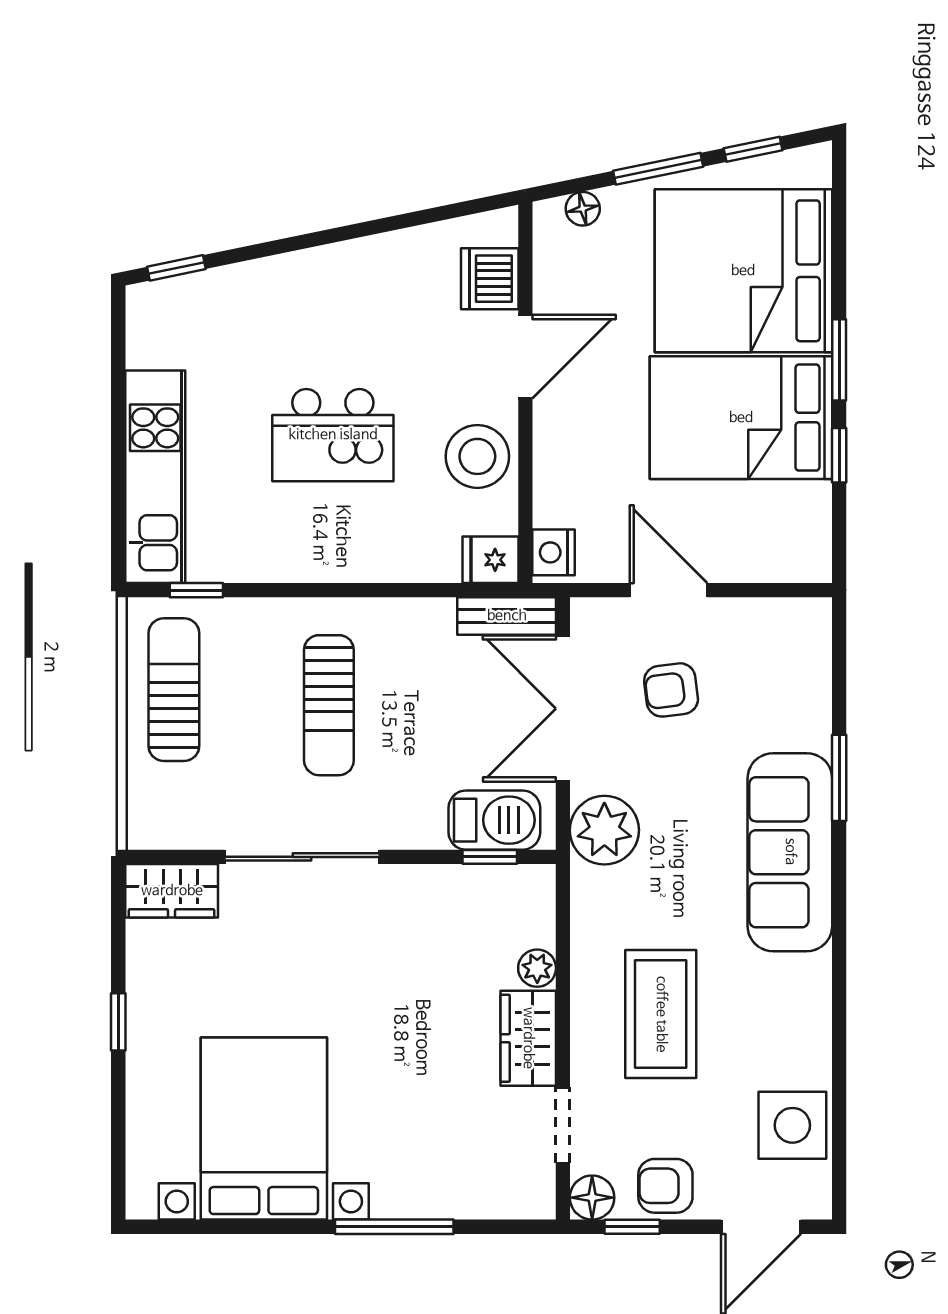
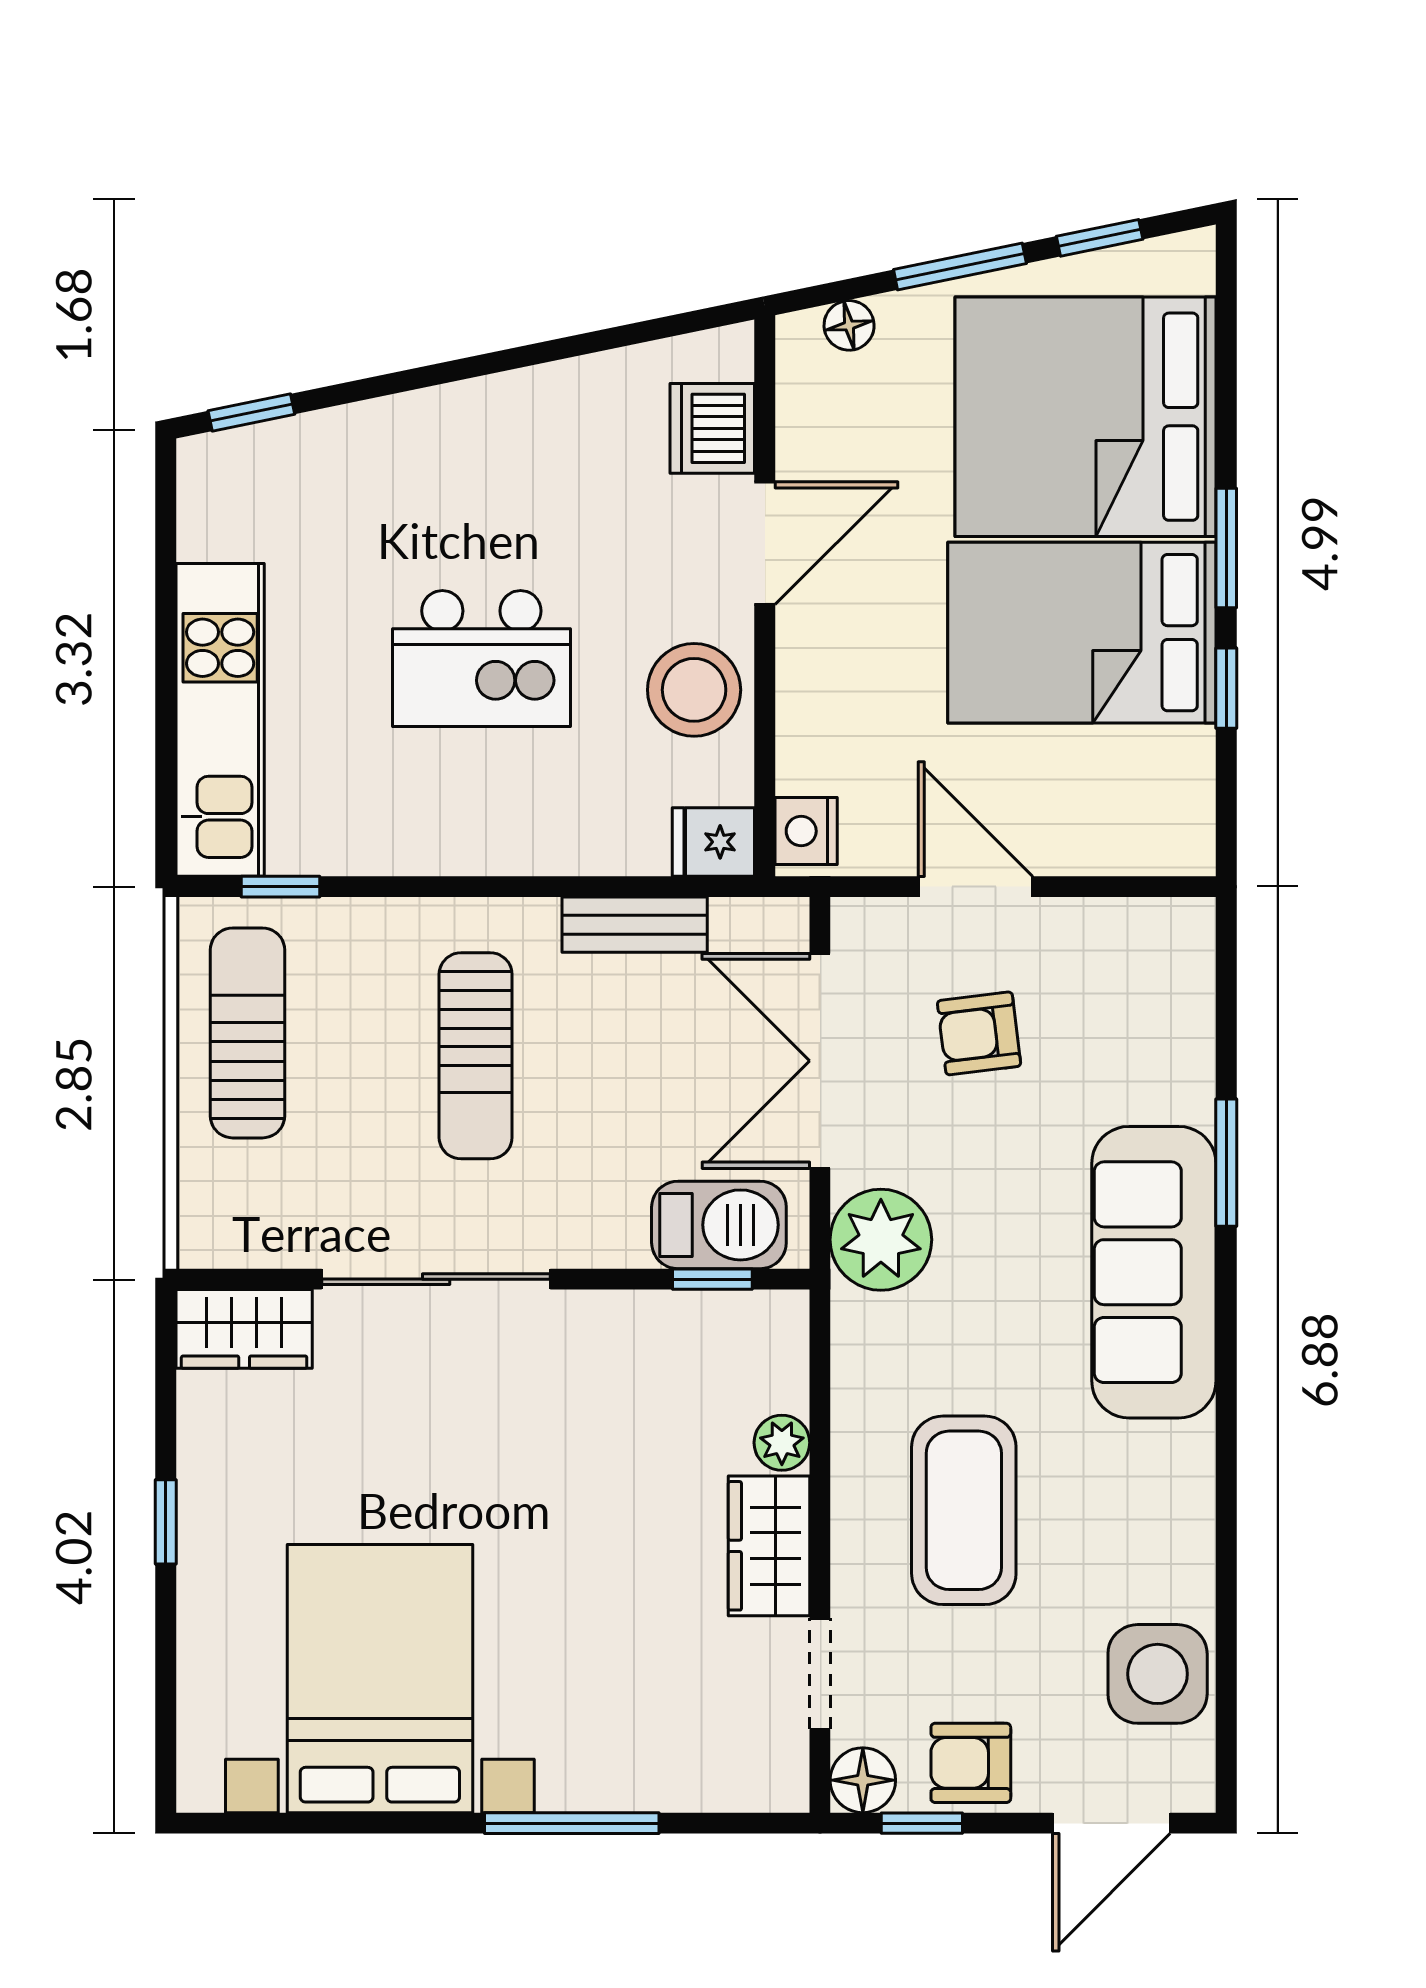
bench: (507, 616) -> (635, 925), moved

